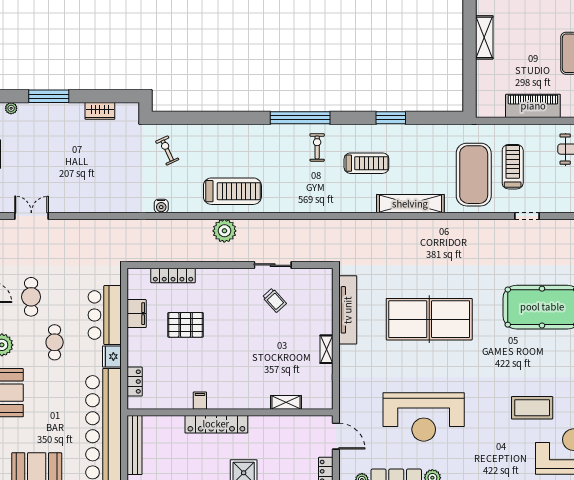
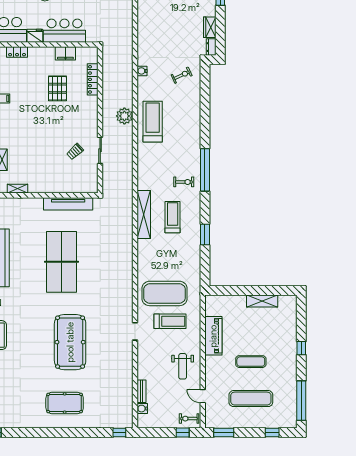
dresser: (128, 109) -> (211, 47), added
treadmill: (366, 163) -> (173, 217), turned 180
treadmill: (232, 191) -> (153, 122), turned 180
shelving: (410, 204) -> (144, 215), moved
shelving: (326, 349) -> (17, 189), moved

